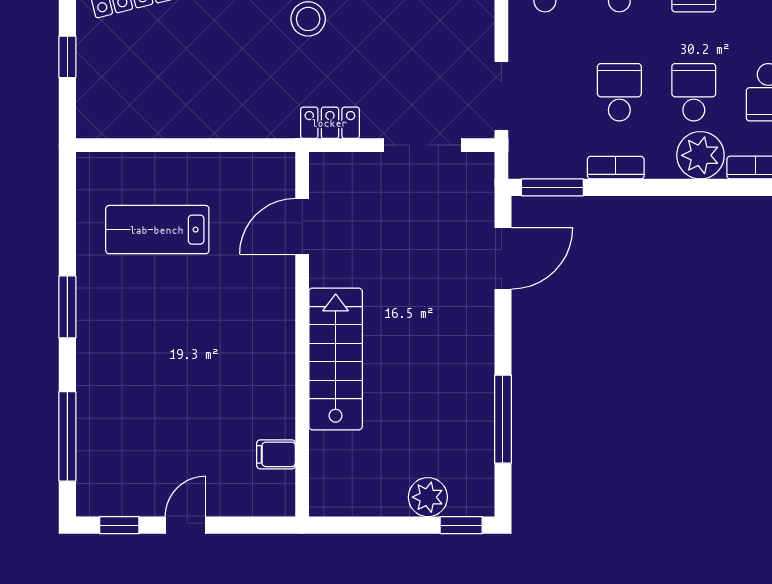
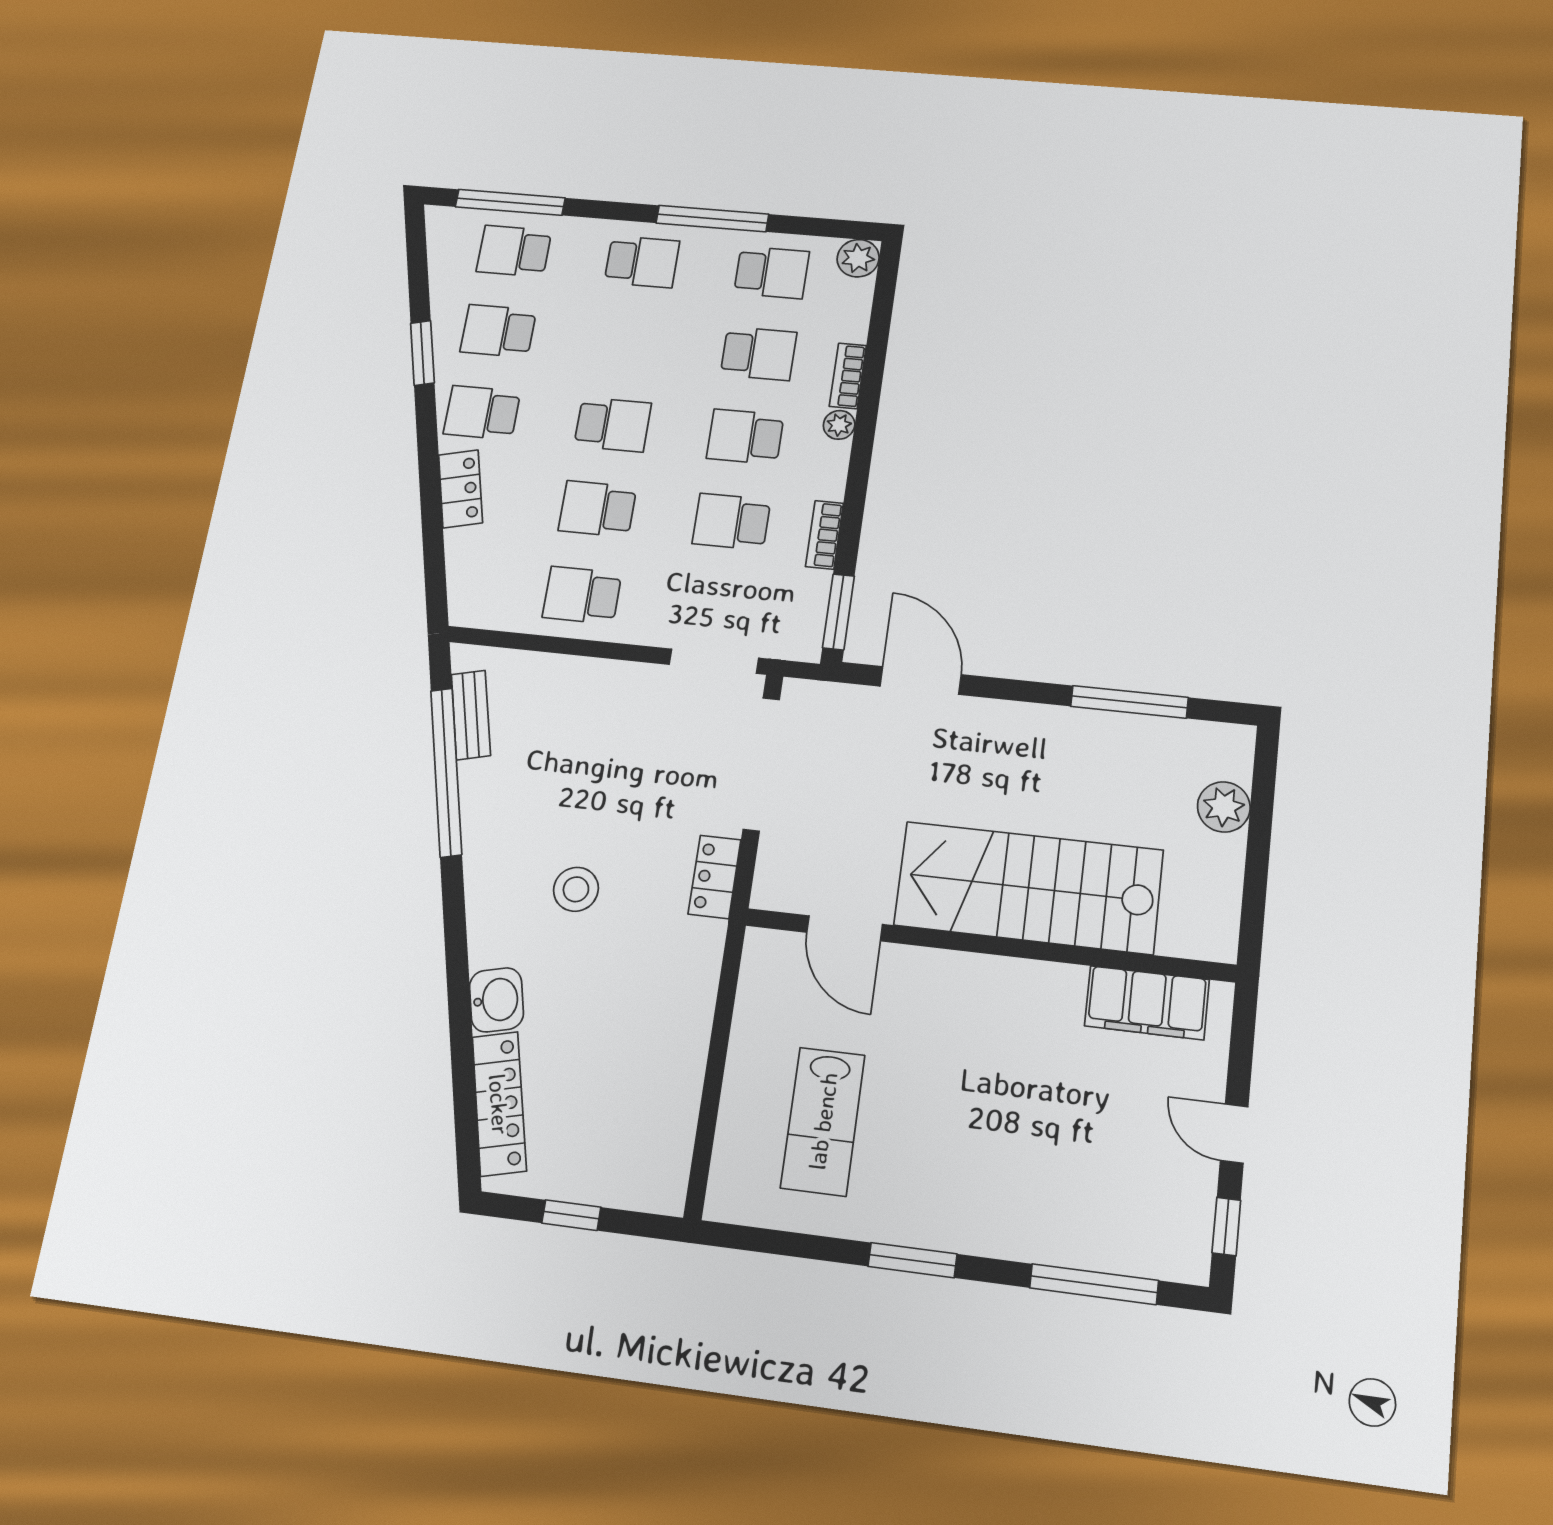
doorway: (422, 145) -> (761, 764), width x1.36
plant: (700, 155) -> (839, 425), width x0.53, depth x0.53
stairs: (336, 359) -> (1029, 888), width x1.36, depth x1.51
filing cabinet: (276, 454) -> (1147, 1003), width x3.00, depth x1.17
window: (461, 525) -> (1265, 769), removed

